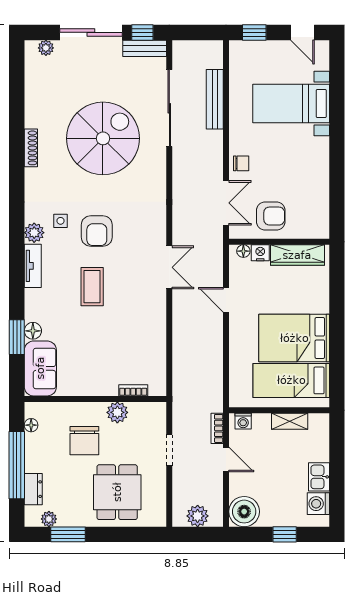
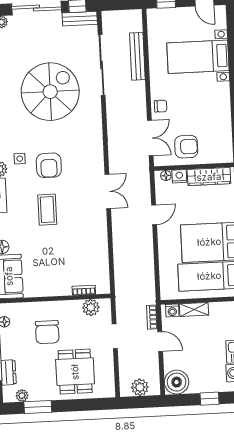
door: (226, 300) -> (154, 215), swing flipped
plant: (117, 412) -> (91, 307), moved
shelving: (290, 421) -> (194, 309), moved

